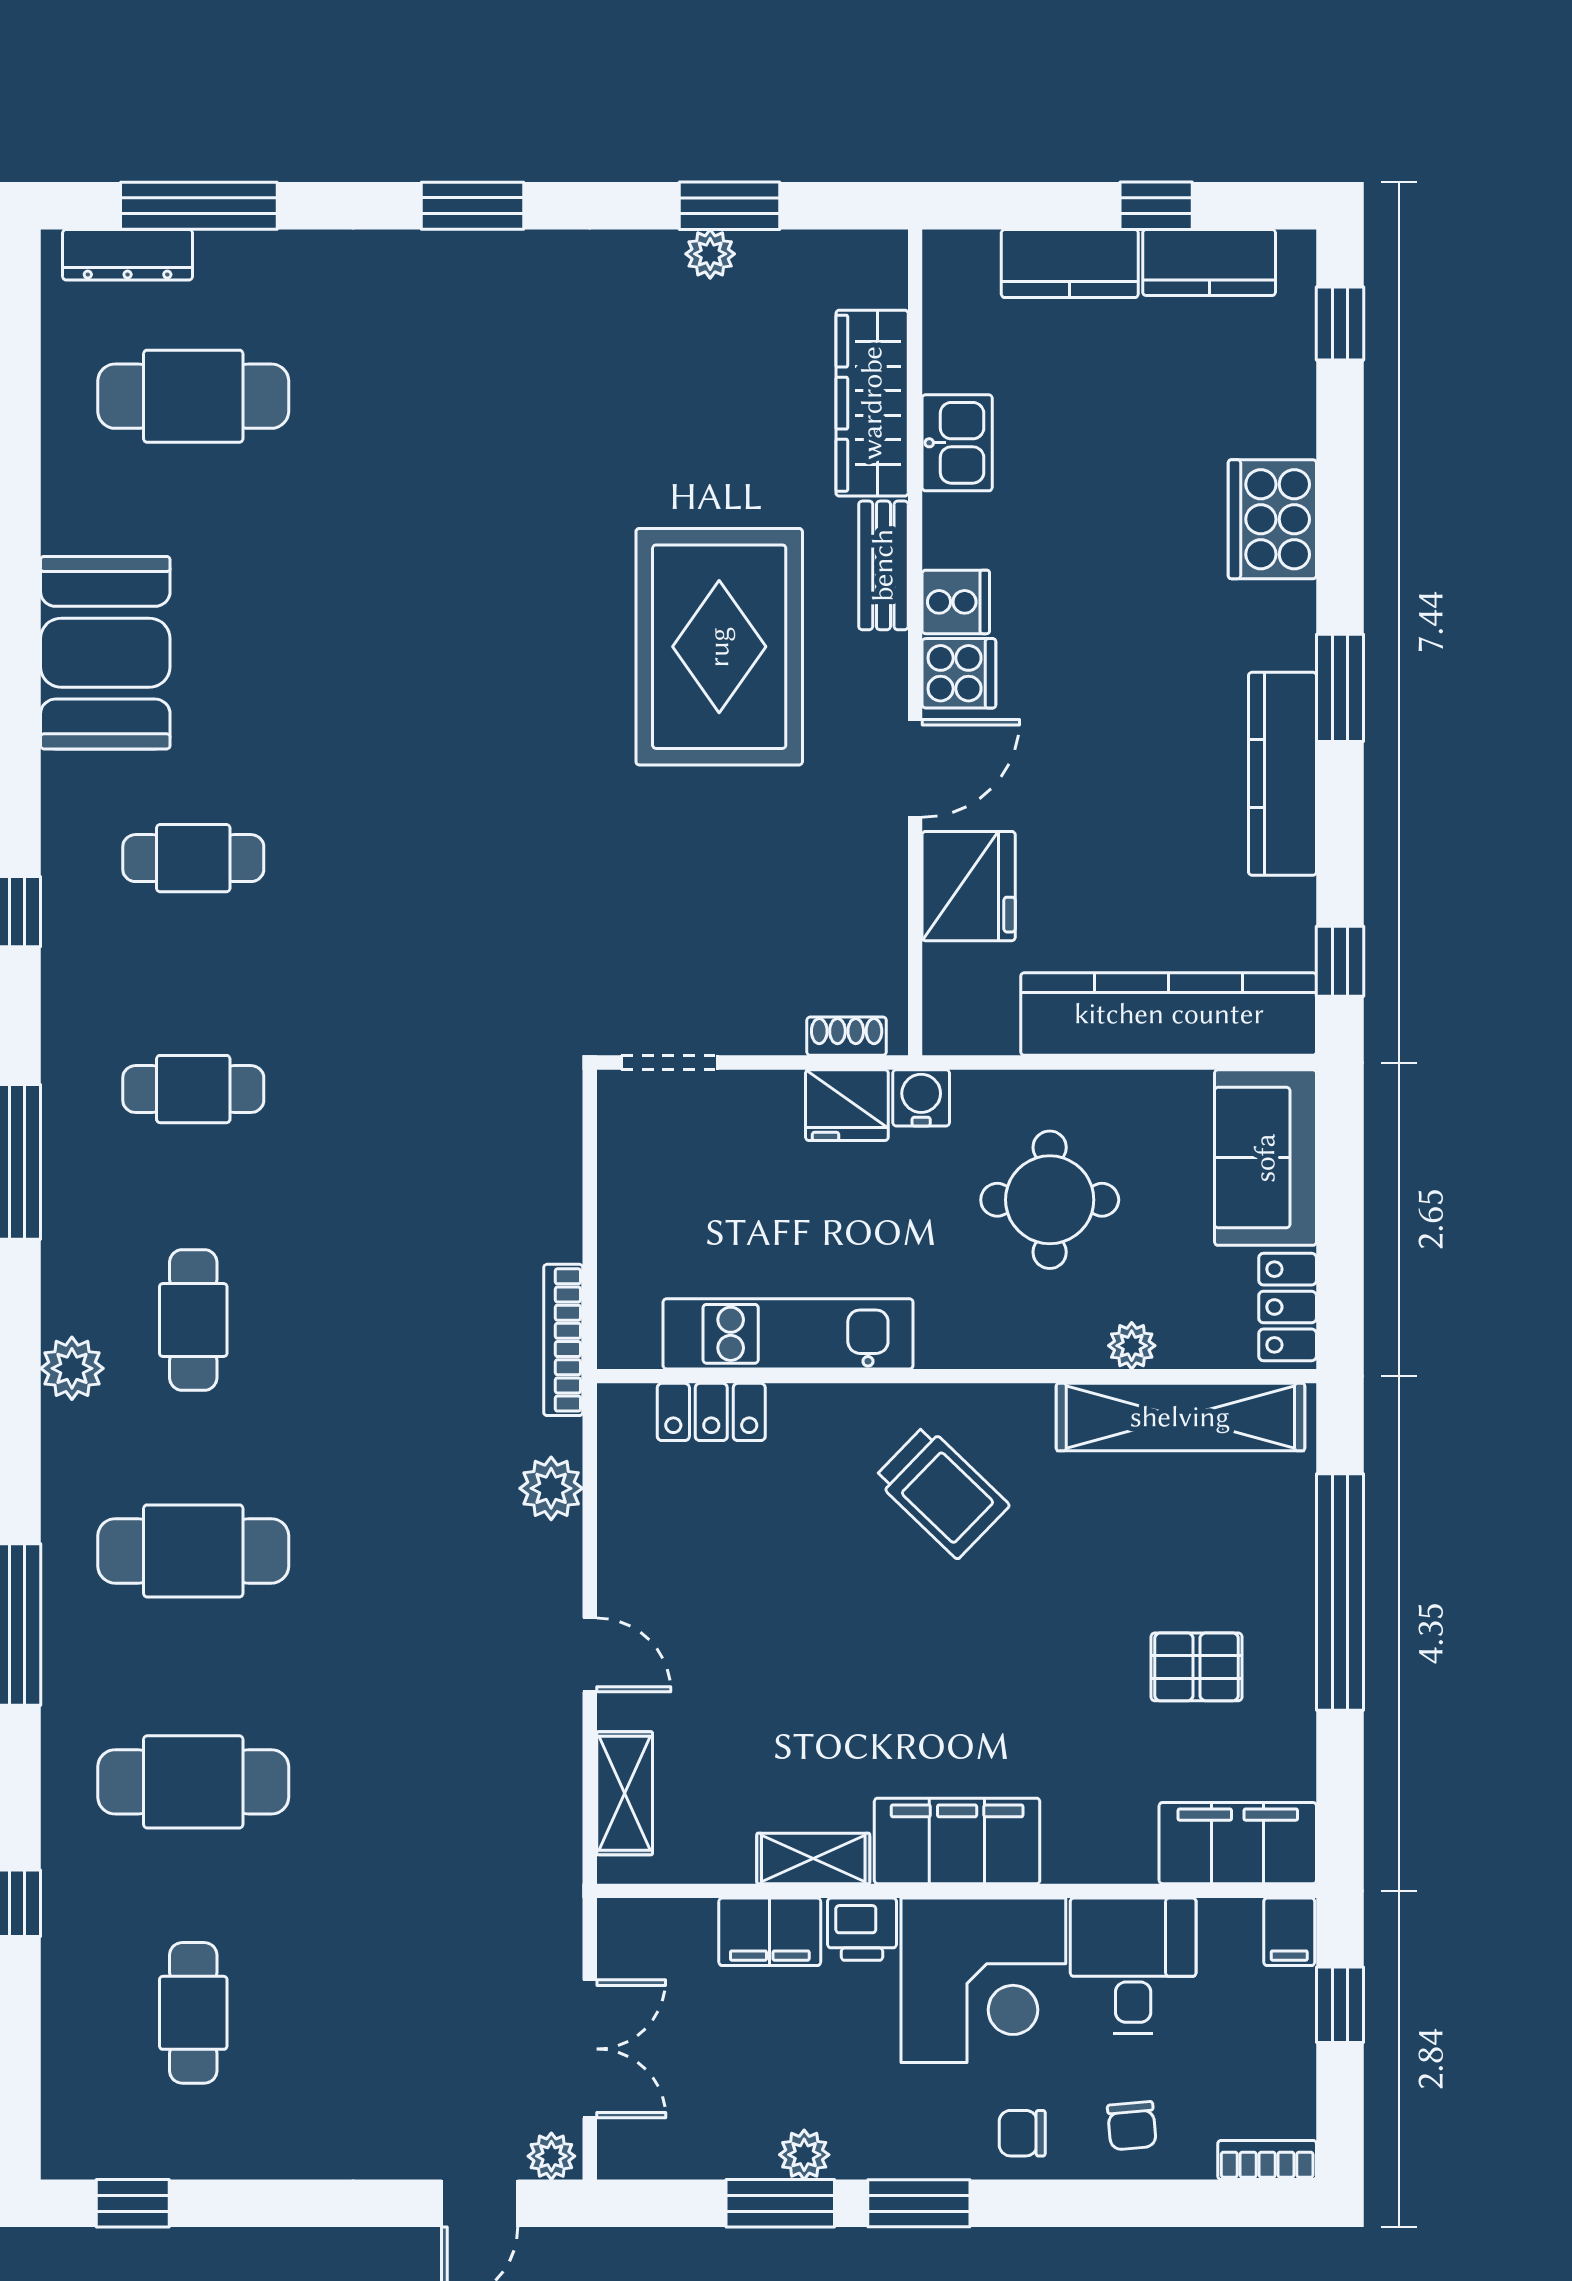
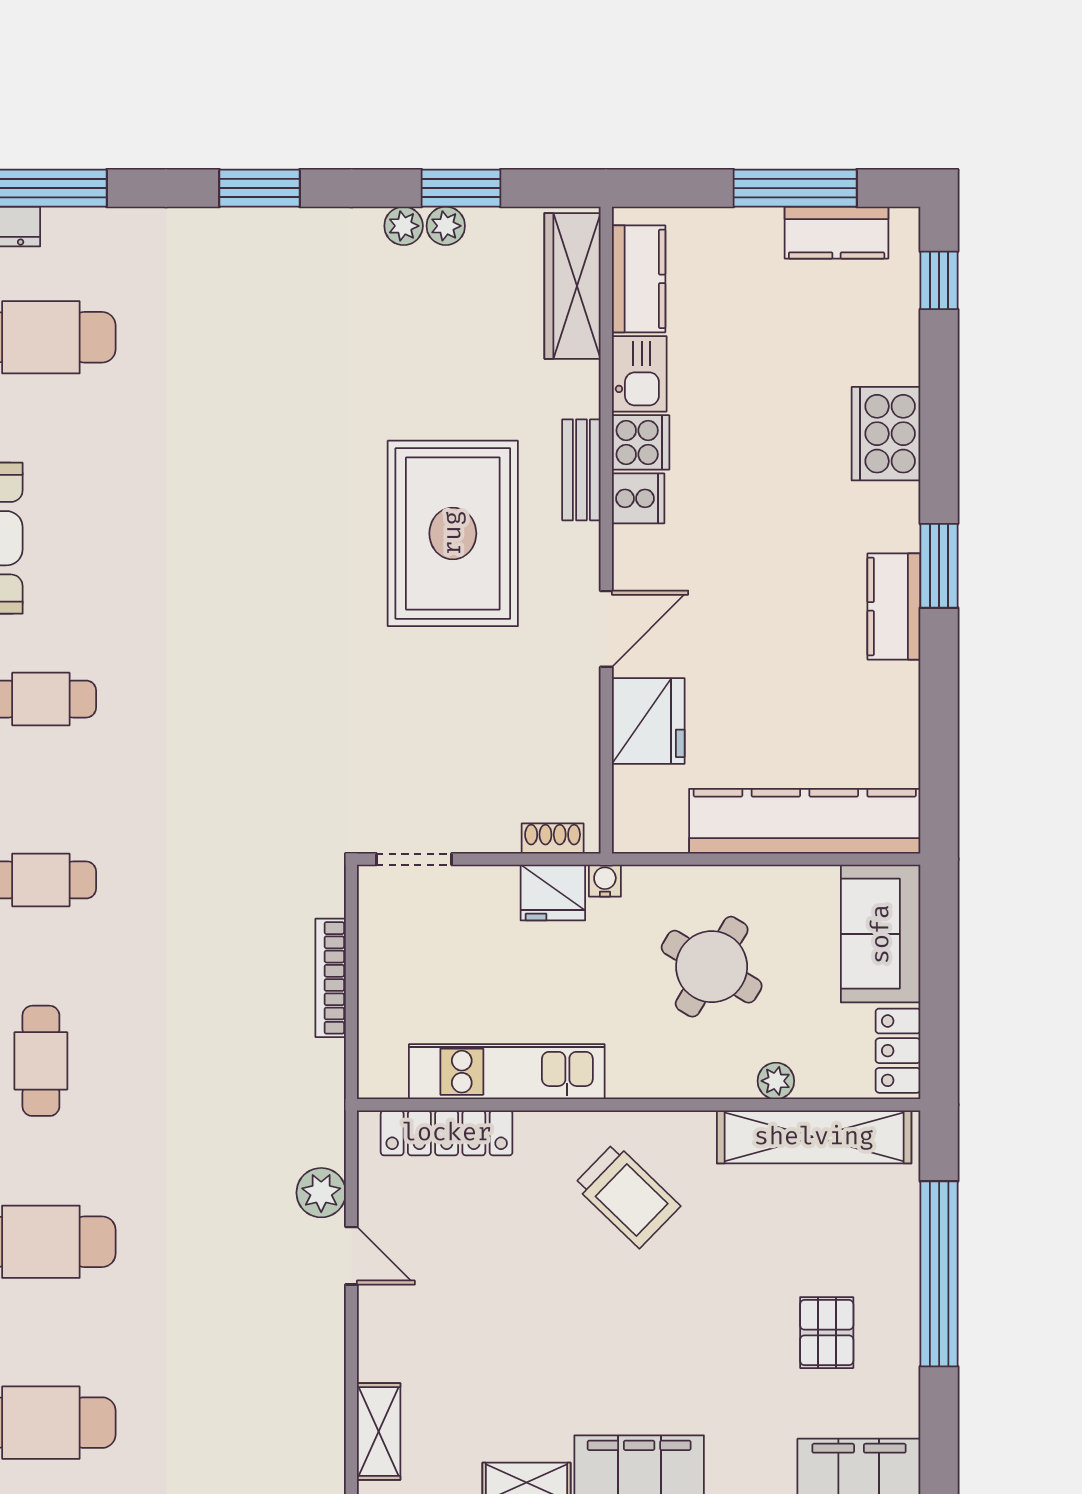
window: (1156, 206) -> (795, 188), width x2.17
plant: (656, 254) -> (404, 226), added
kitchen counter: (1070, 264) -> (639, 279), moved, turned -90
wardrobe: (872, 403) -> (573, 286), moved
cooker: (959, 673) -> (641, 442), moved
kitchen counter: (1282, 774) -> (894, 606), width x0.67
window: (1340, 961) -> (939, 780), removed
water cooler: (921, 1098) -> (605, 881), width x0.72, depth x0.72
round table: (1050, 1200) -> (712, 967), turned 31
bookcase: (563, 1340) -> (331, 978), moved
locker: (711, 1412) -> (447, 1133), width x1.53
door: (590, 1655) -> (351, 1256), moved
pallet: (1197, 1667) -> (827, 1333), turned 90

